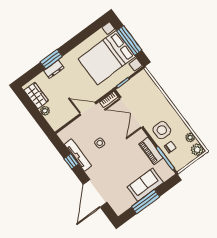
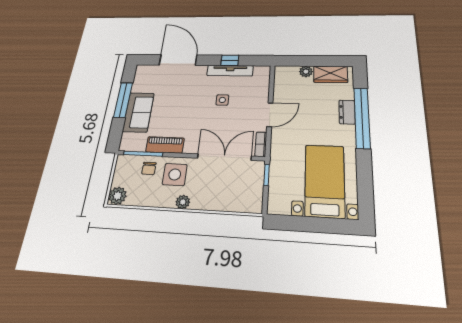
window: (129, 40) -> (313, 224), removed
bed with nightstands: (107, 58) -> (325, 181), width x0.73
window: (51, 59) -> (362, 118), width x2.11
plant: (190, 137) -> (183, 202), moved

